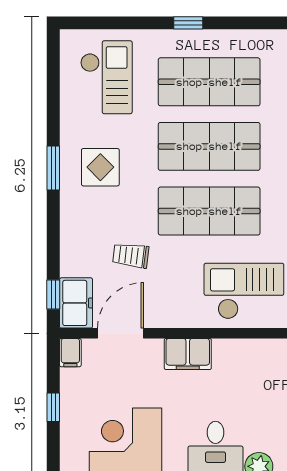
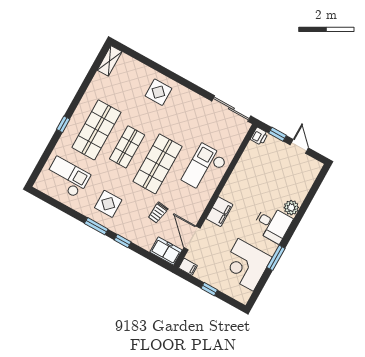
shop shelf: (209, 146) -> (127, 147), width x0.70, depth x0.74
window: (53, 295) -> (123, 241), moved

